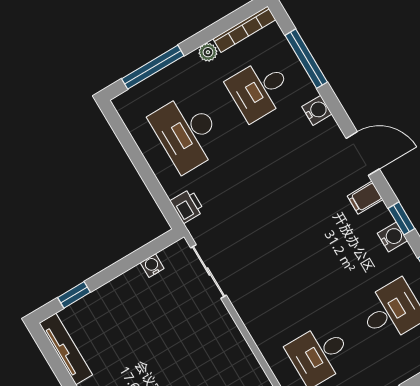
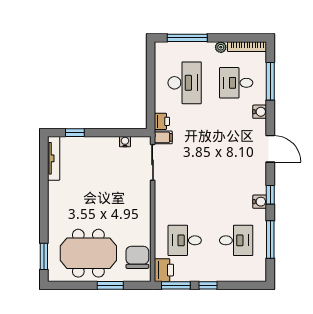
desk: (187, 133) -> (185, 83), turned 180
filing cabinet: (365, 198) -> (163, 137), moved, turned 180

